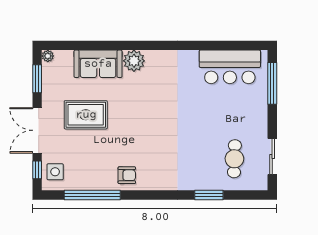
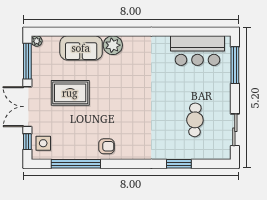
window: (37, 79) -> (27, 61), width x1.44
cafe table: (234, 159) -> (195, 120), moved

